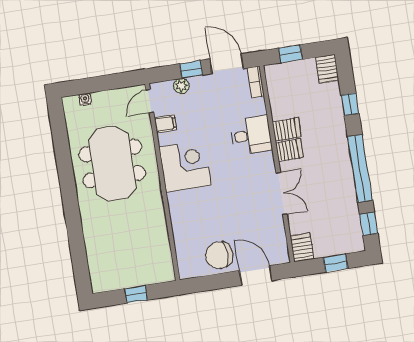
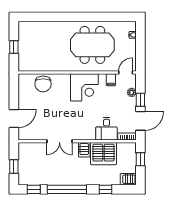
door: (150, 101) -> (126, 73), hinge flipped
server rack: (287, 129) -> (103, 154), width x2.18, depth x1.44
desk: (251, 135) -> (106, 129), moved
server rack: (302, 248) -> (26, 148), removed
chair: (219, 255) -> (43, 84), moved, turned 180

